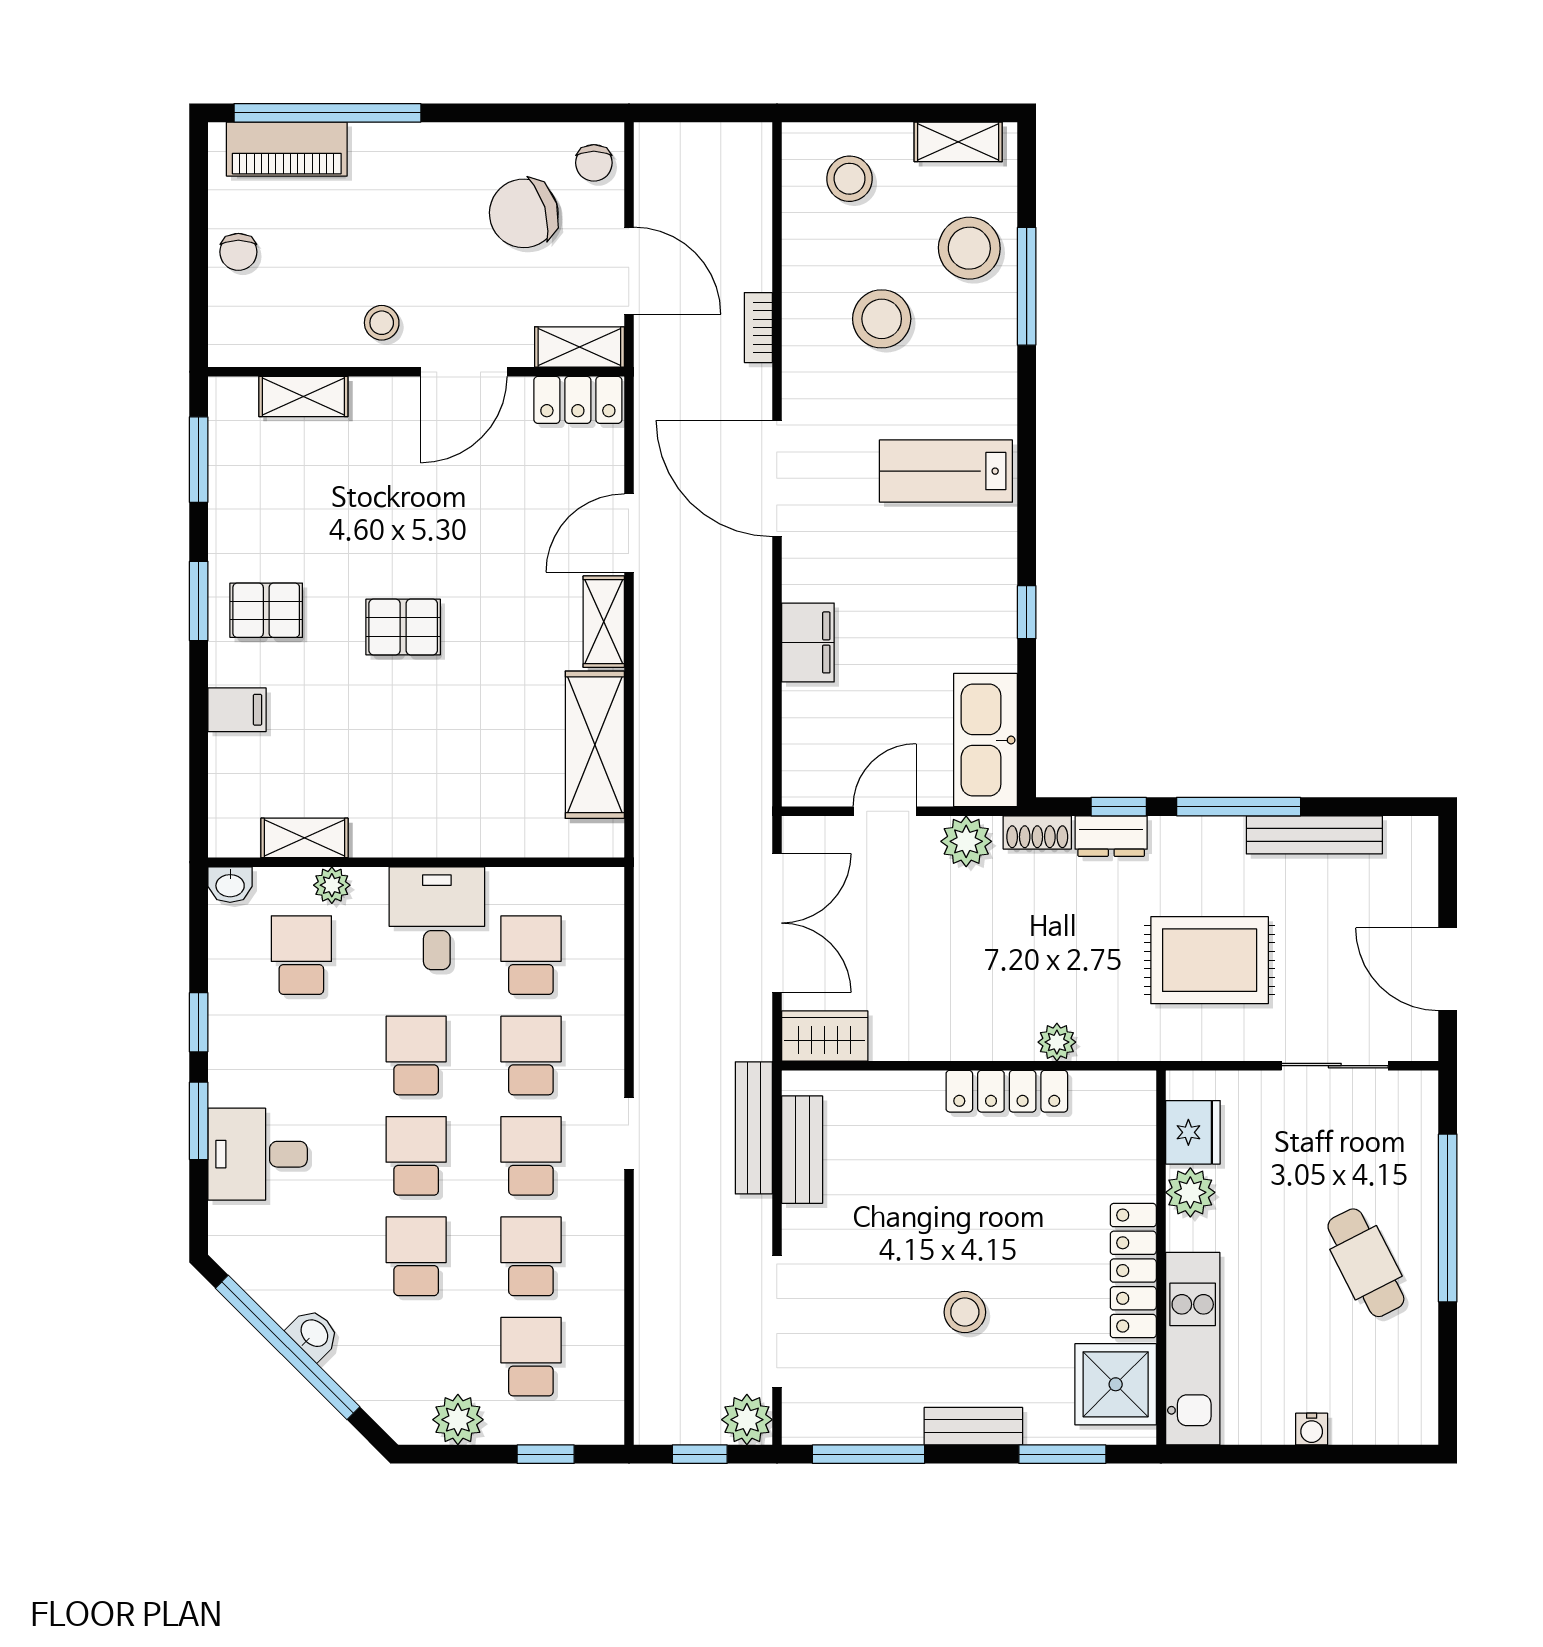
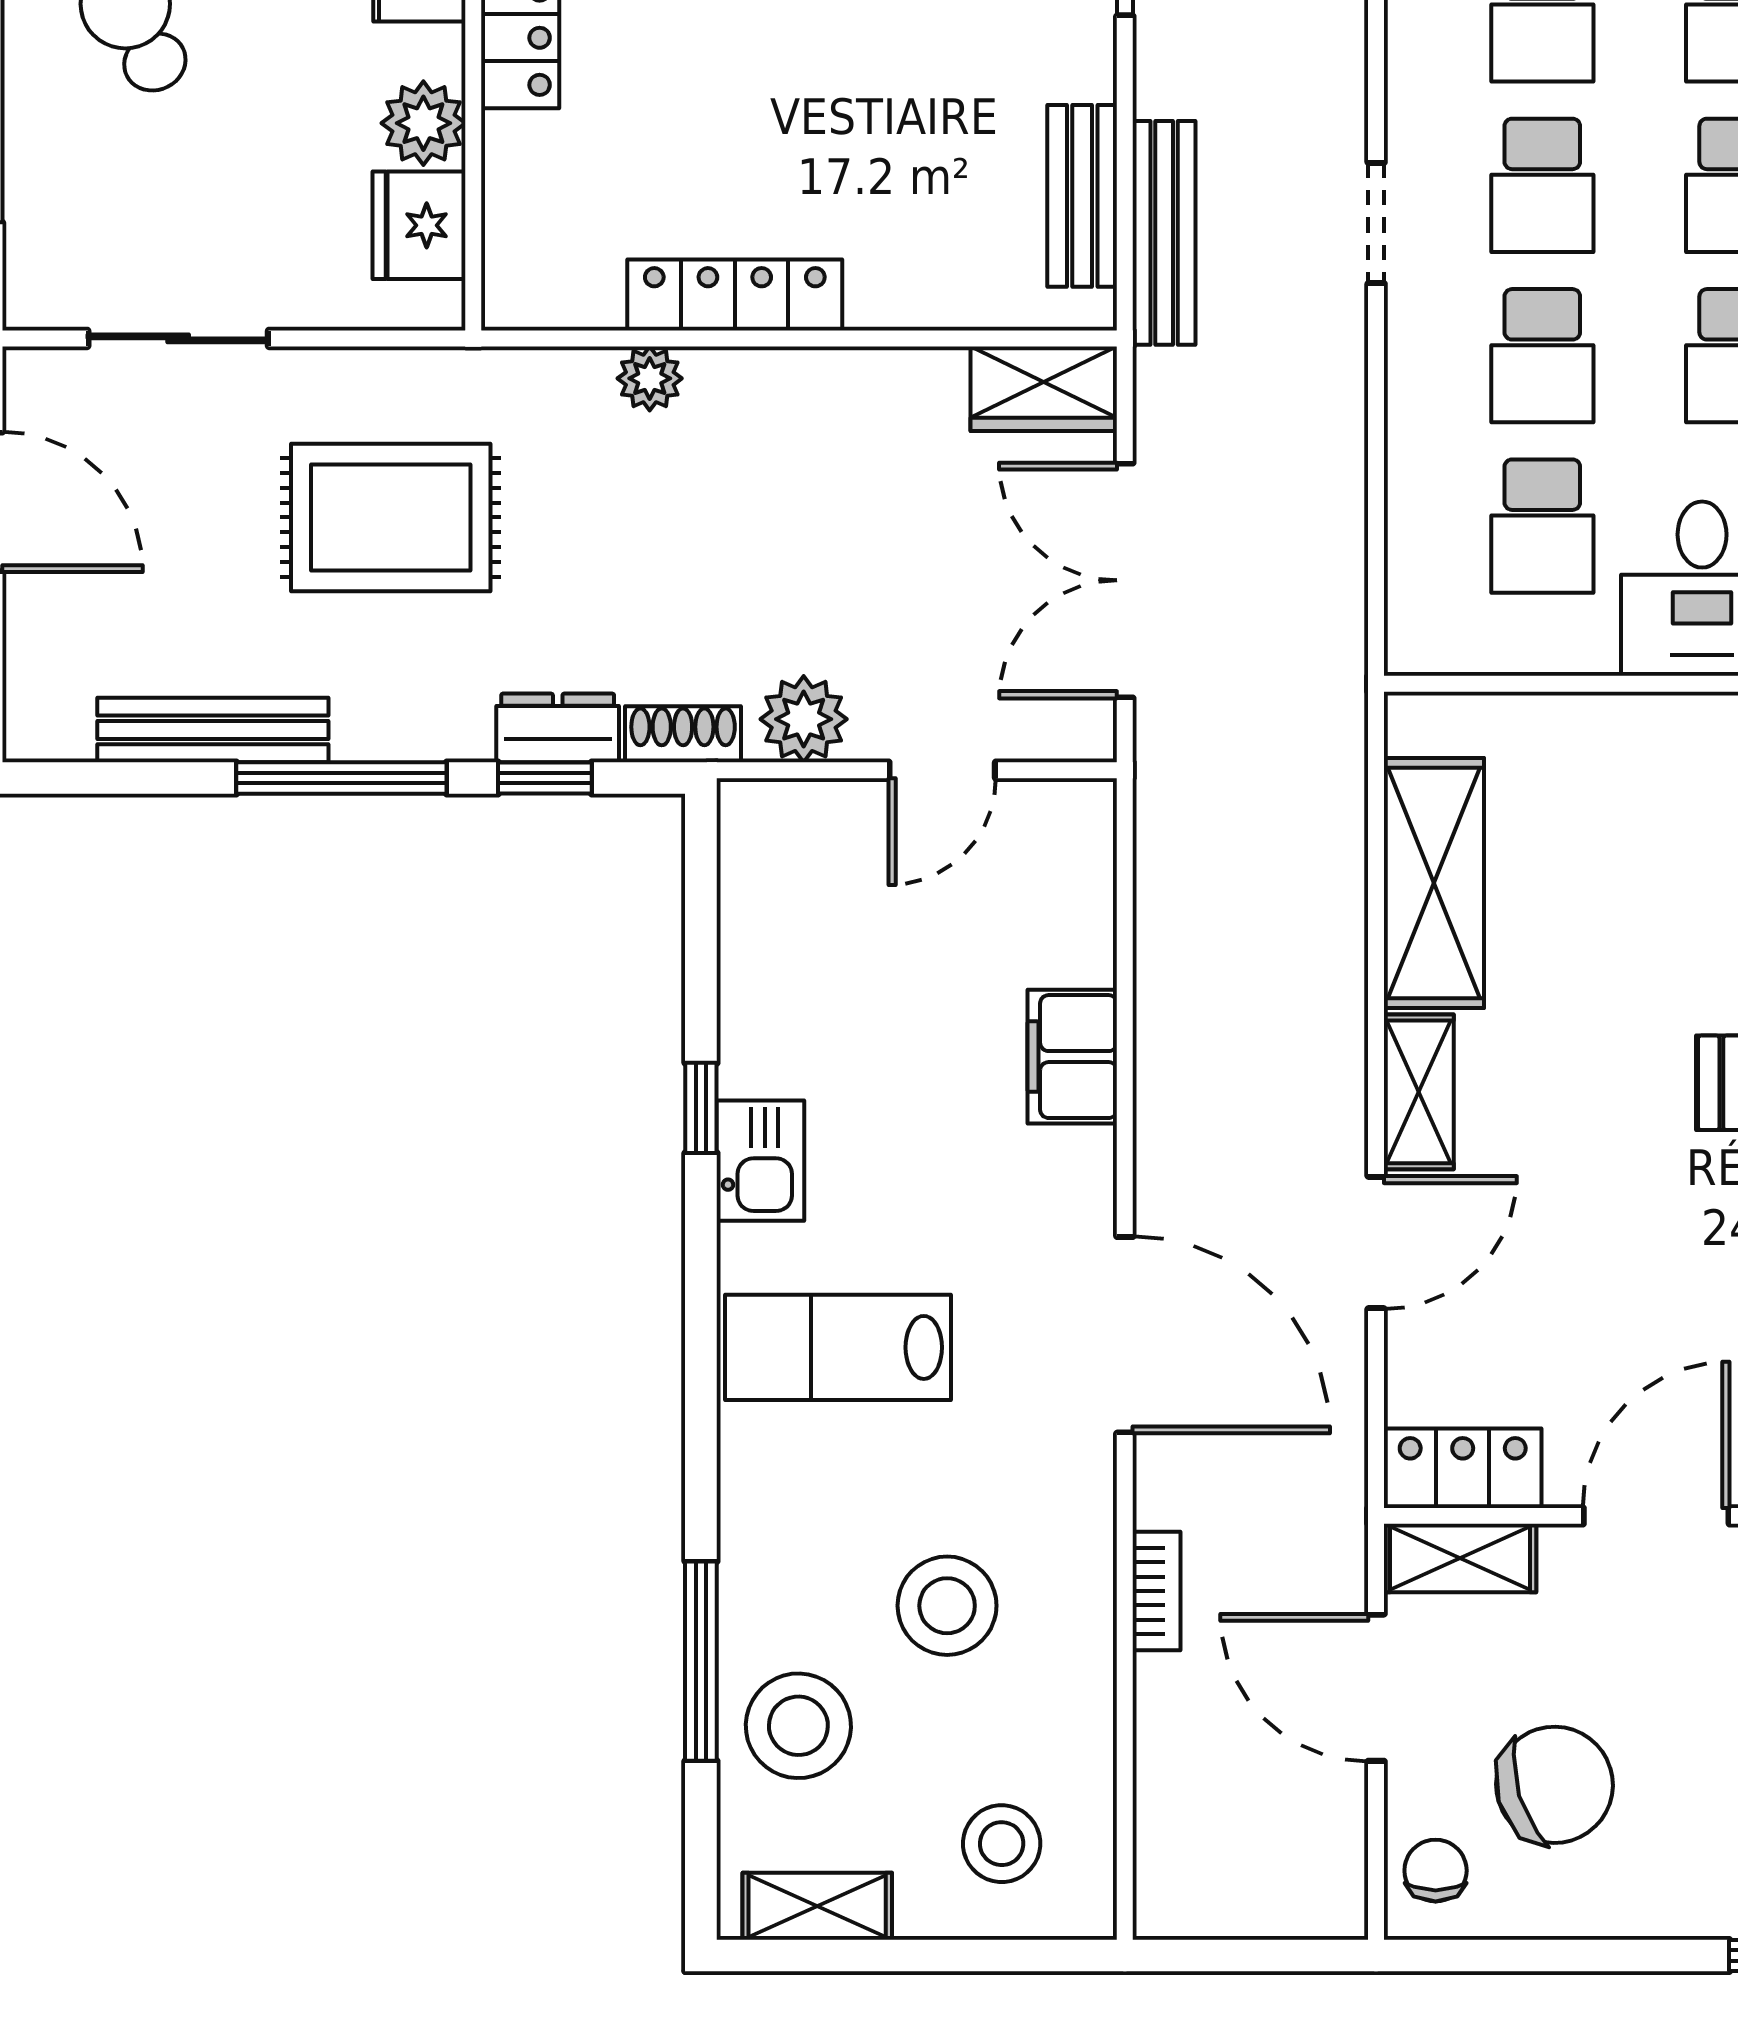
lab bench: (946, 471) -> (838, 1347), turned 180
kitchen sink: (986, 740) -> (760, 1161), moved, width x0.53, depth x0.81

